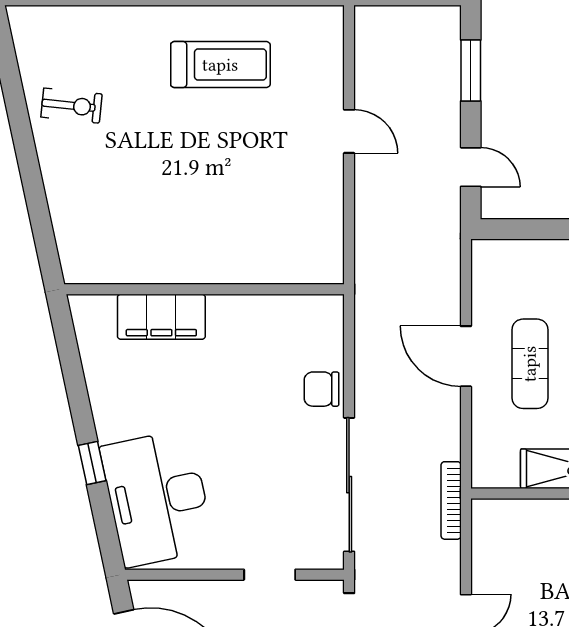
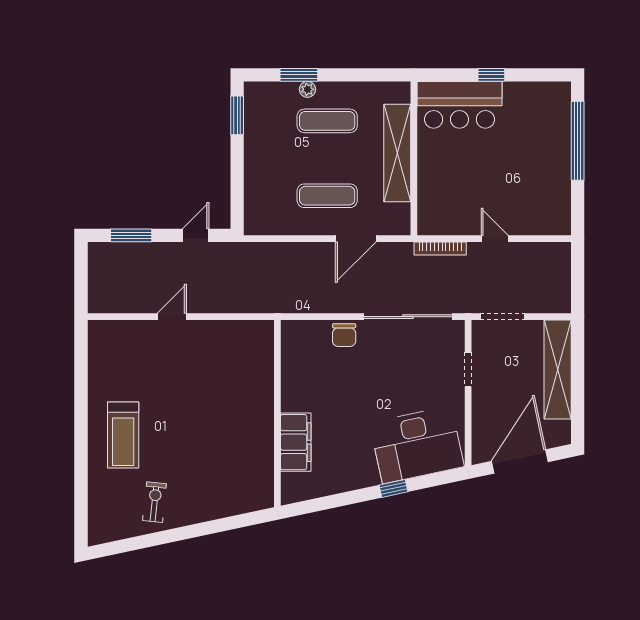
treadmill: (220, 65) -> (123, 435), moved, turned 180
door: (466, 356) -> (356, 239), moved
bookcase: (451, 500) -> (440, 248), moved

